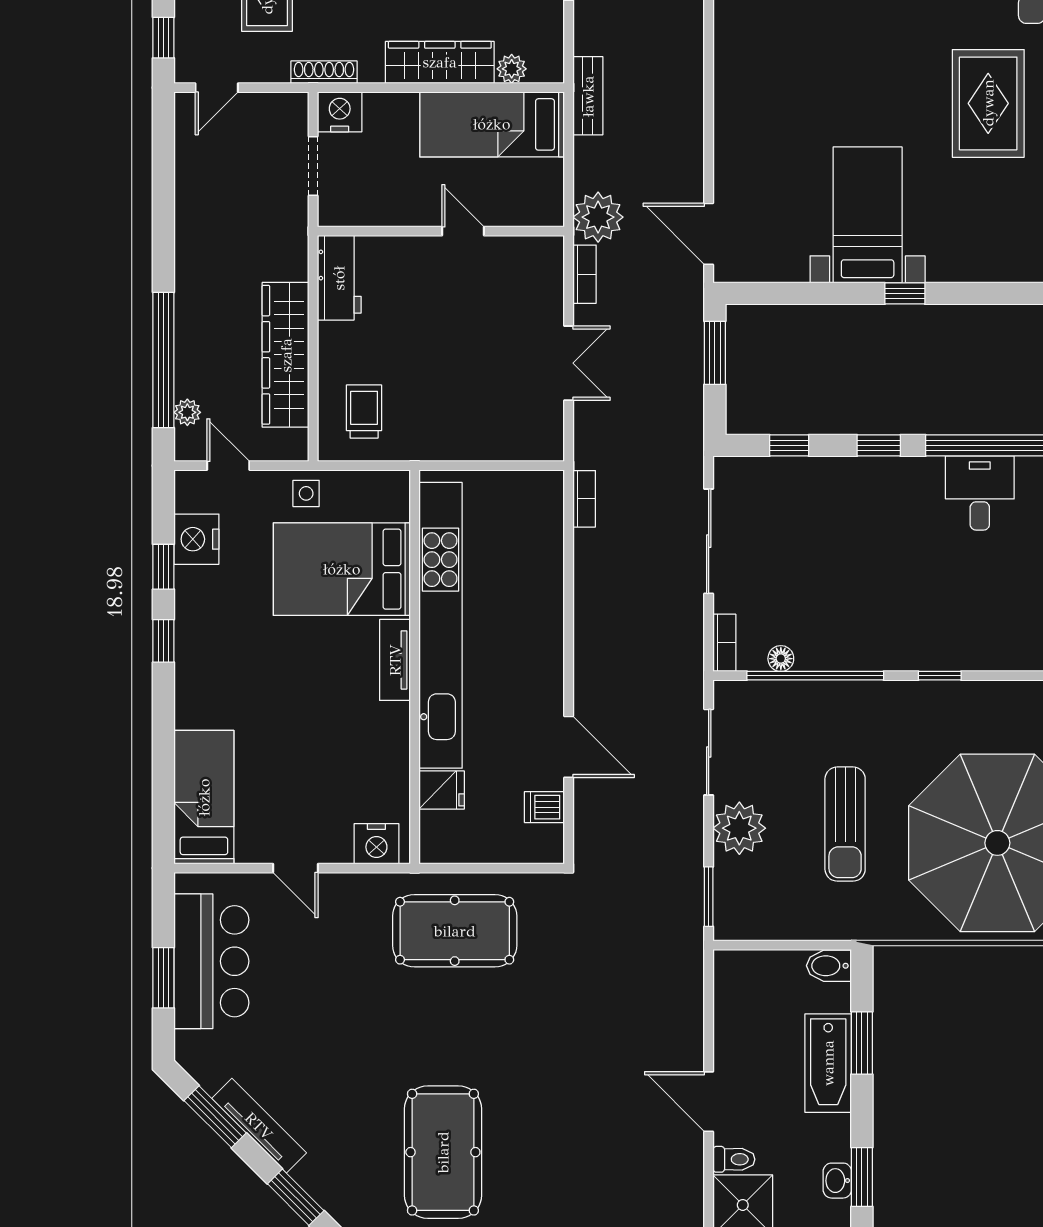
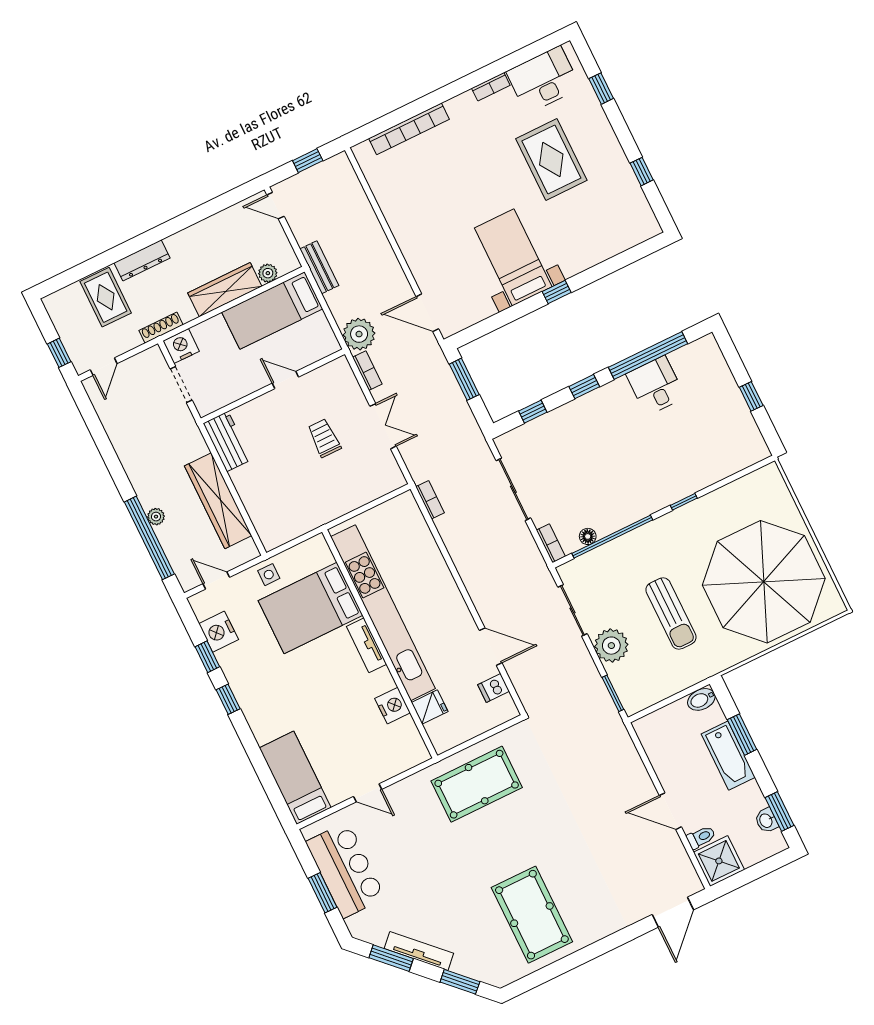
plant: (187, 412) -> (156, 517), moved
trolley: (364, 412) -> (324, 438), moved
nightstand: (376, 844) -> (393, 706), moved, turned -90

